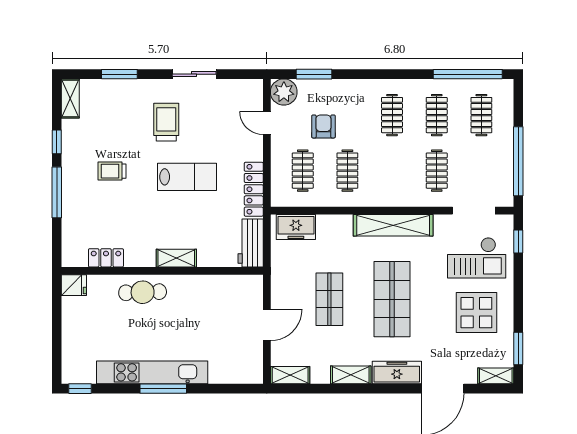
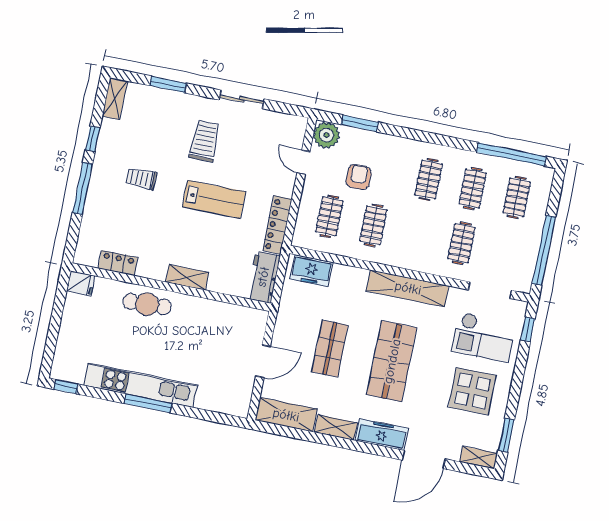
shelving: (290, 375) -> (286, 415), width x1.50, depth x1.33

